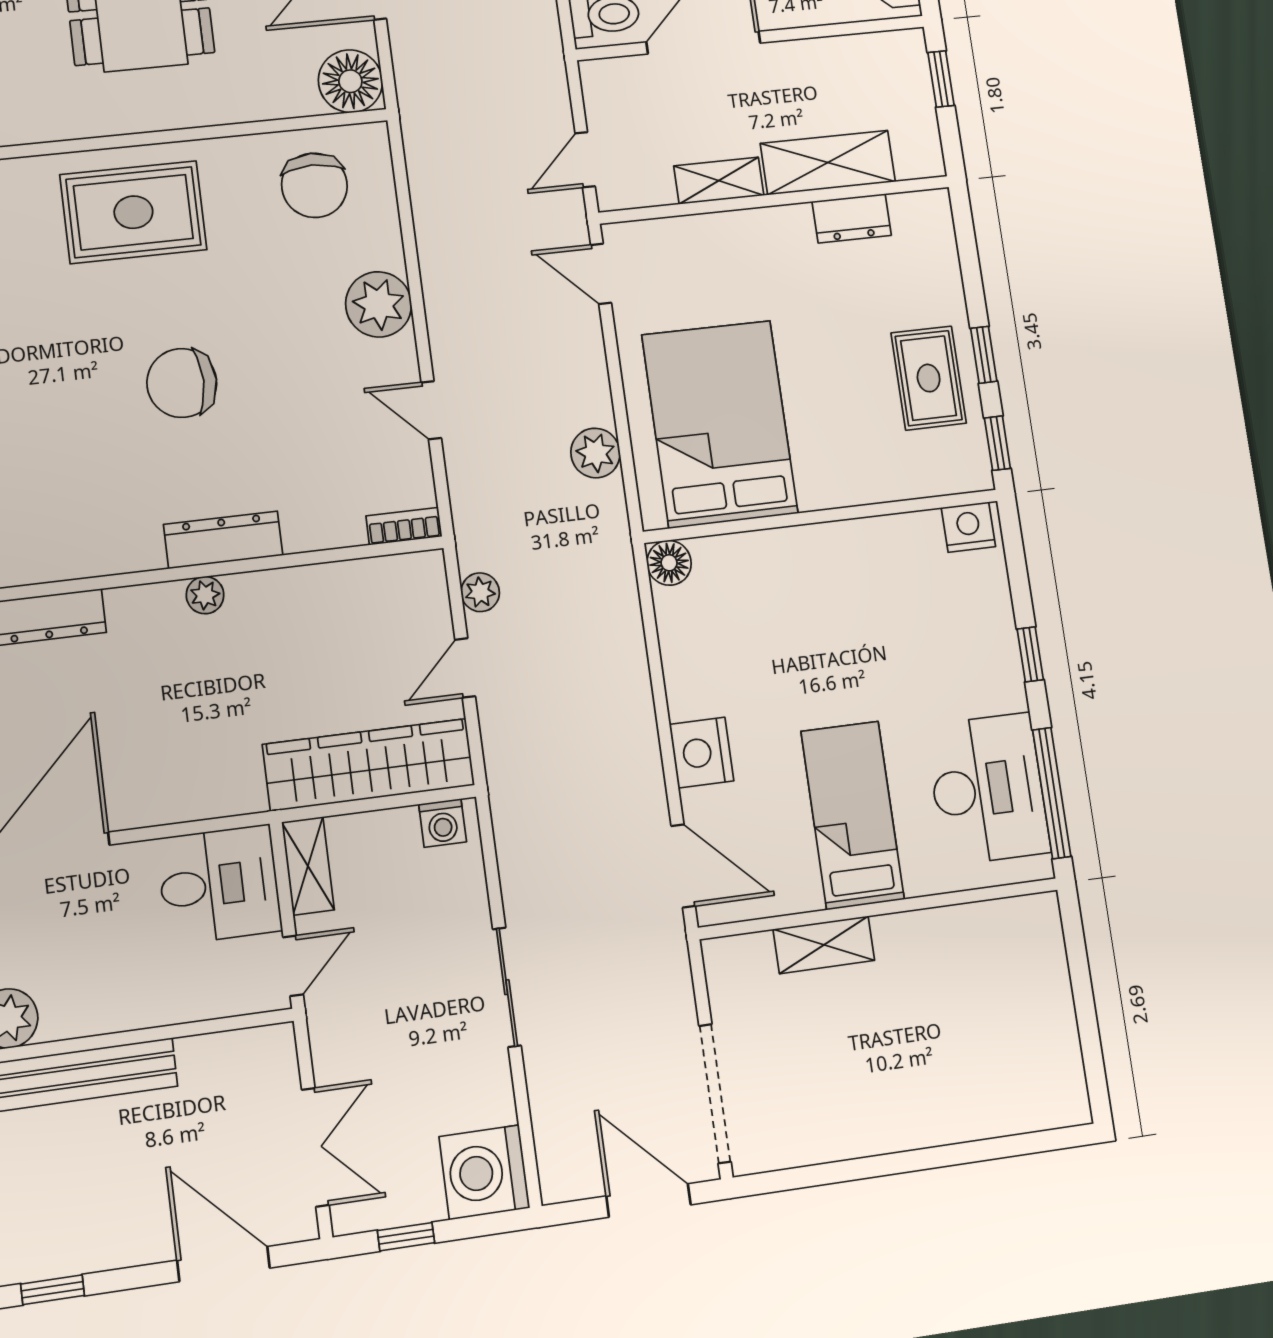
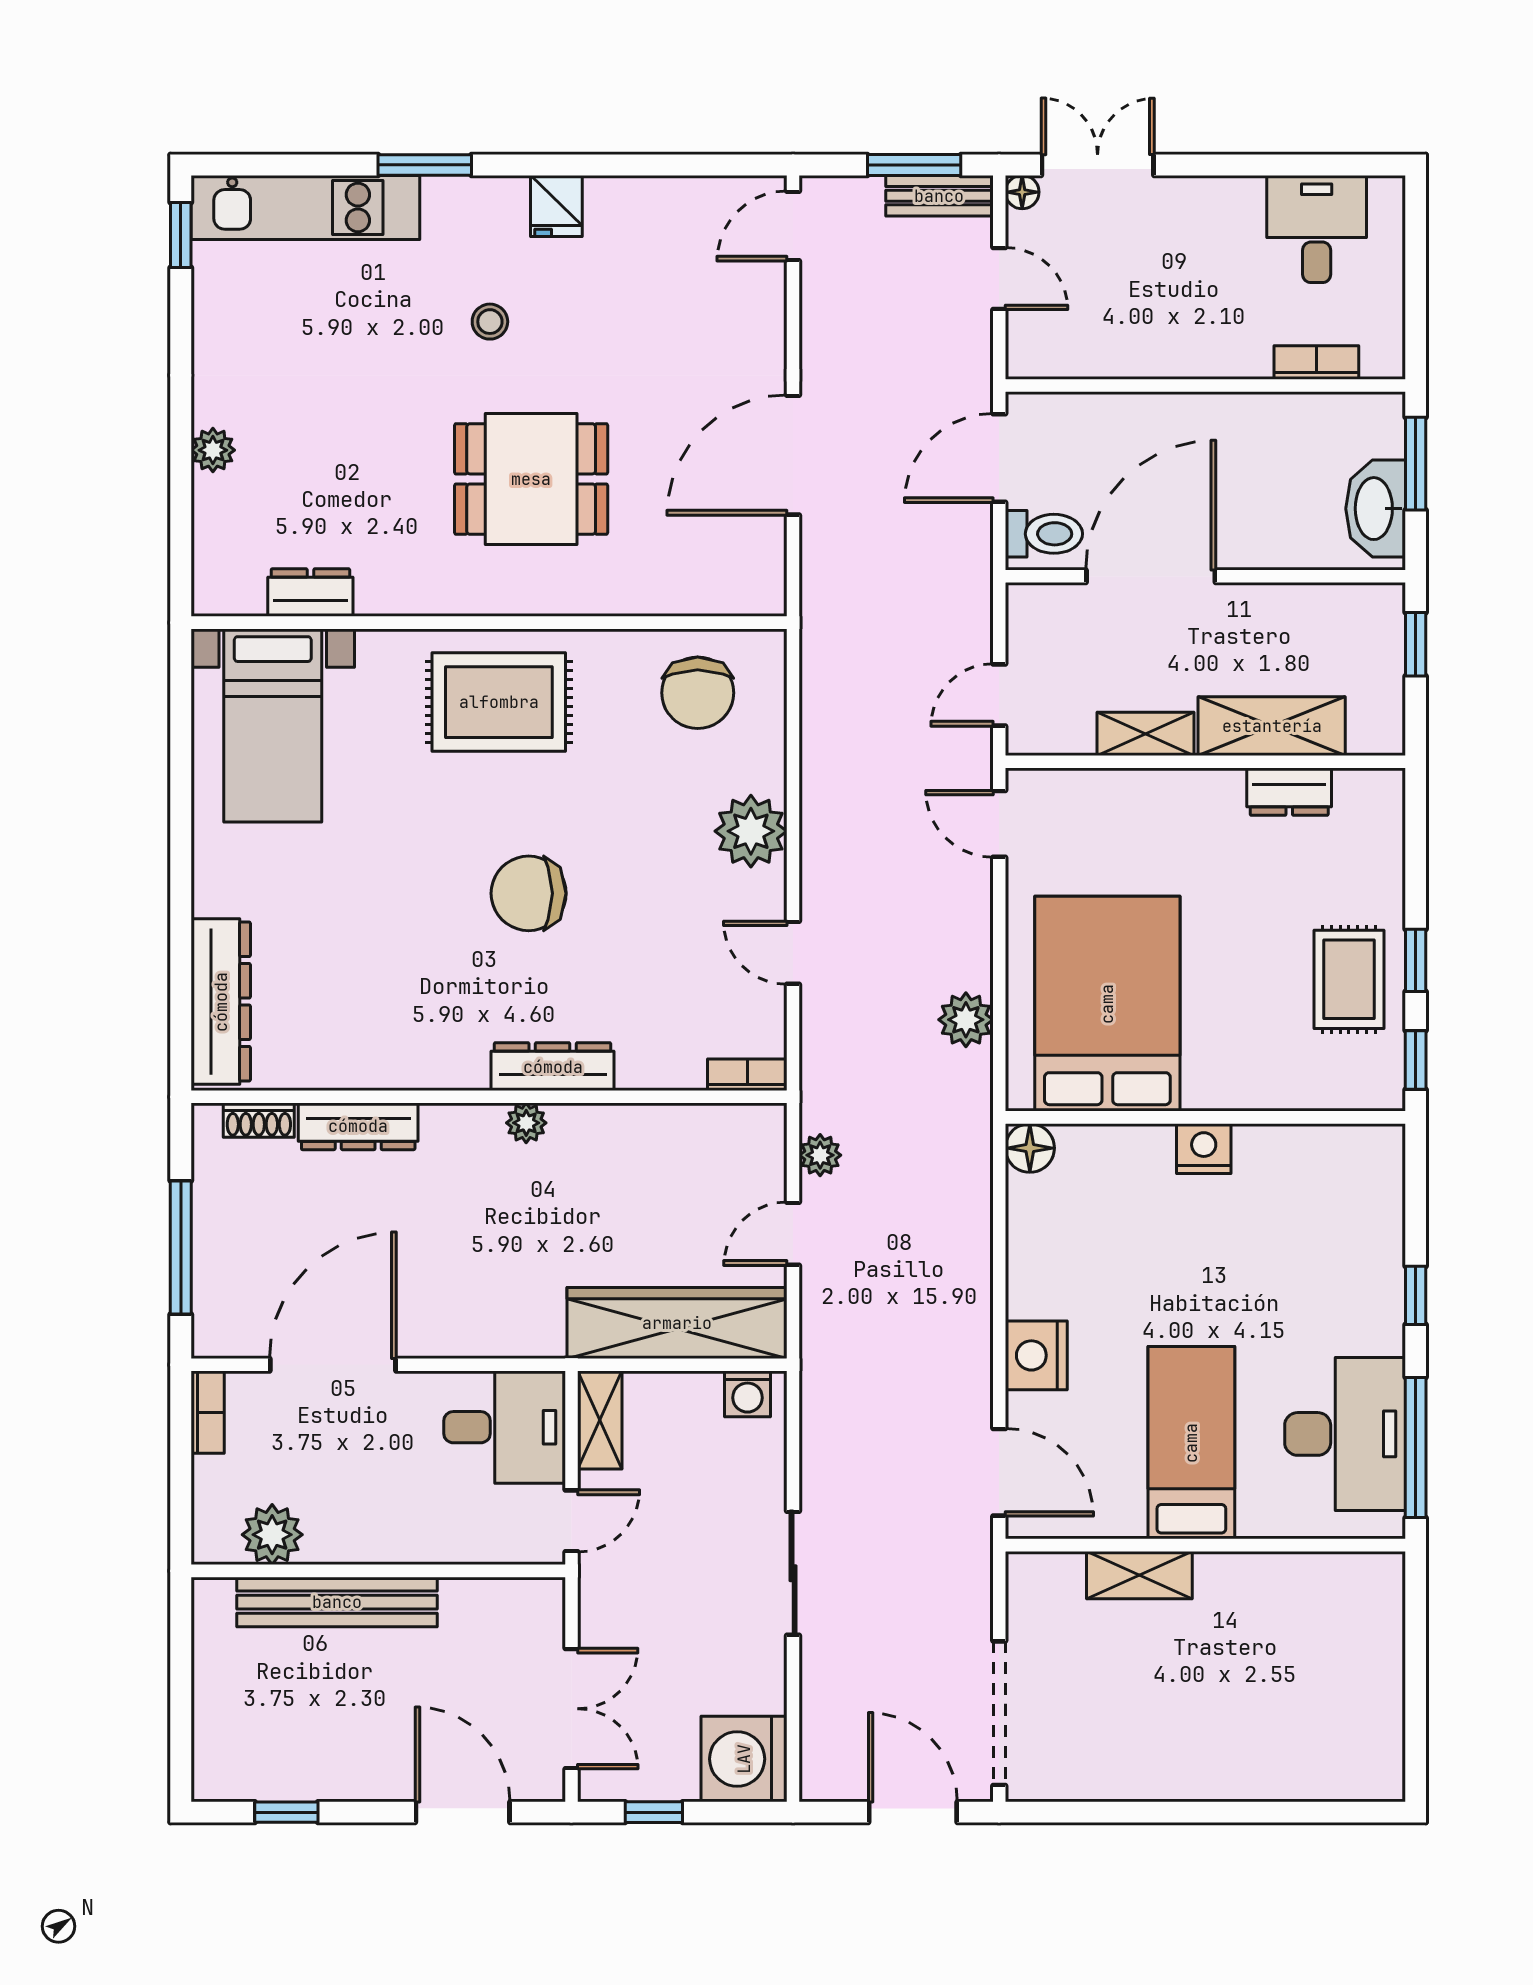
floor lamp: (350, 81) -> (752, 581), removed
nightstand: (968, 527) -> (1204, 1149), moved

